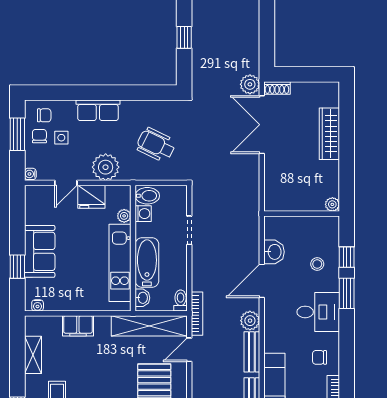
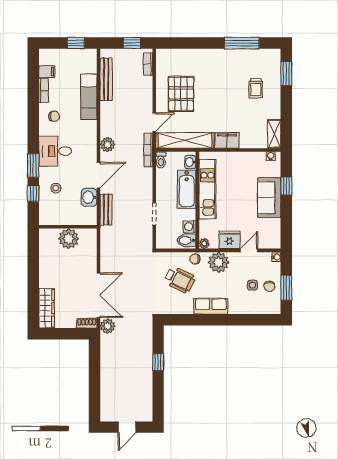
row of seats: (98, 110) -> (211, 306), moved
chair: (44, 115) -> (195, 259), moved
wardrobe: (329, 134) -> (47, 308), moved
plant: (332, 204) -> (69, 239), moved, width x1.88, depth x1.88
plant: (124, 216) -> (204, 244), moved
filing cabinet: (78, 326) -> (227, 140), moved
bench: (252, 352) -> (106, 210), moved
shelving: (33, 355) -> (274, 134), moved

